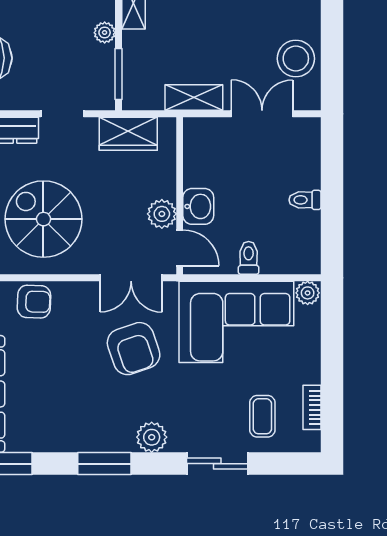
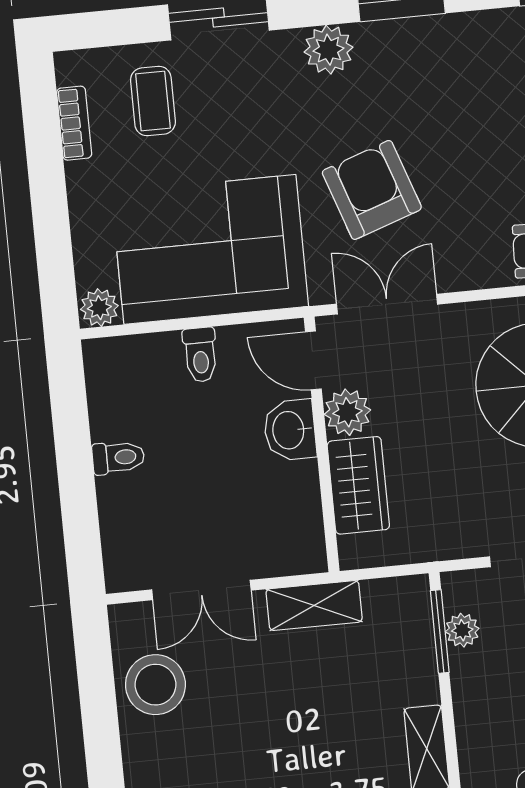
plant: (105, 33) -> (462, 630), moved
wardrobe: (128, 134) -> (358, 485), moved, turned 90

